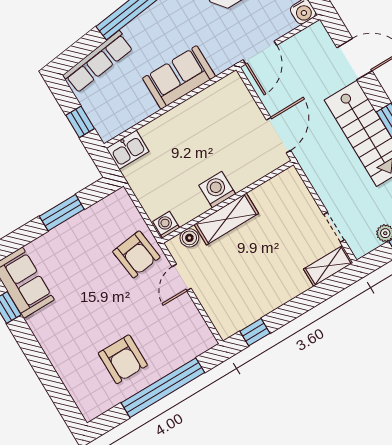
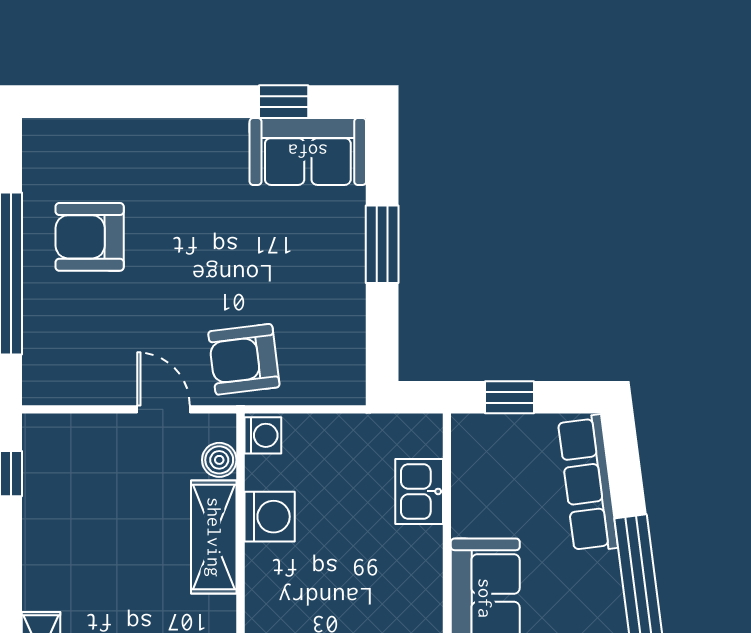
kitchen sink: (128, 150) -> (419, 491), moved
washing machine: (217, 190) -> (270, 517), moved
window: (62, 213) -> (382, 244), moved

